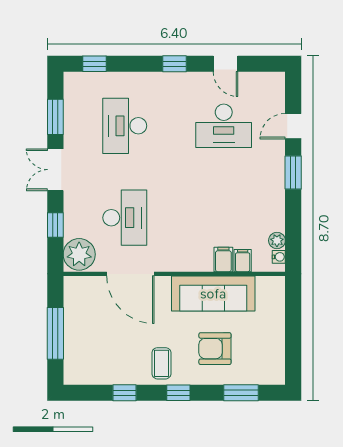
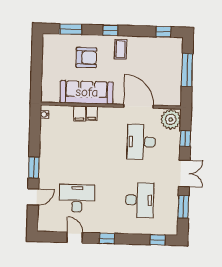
plant: (277, 241) -> (45, 125), removed
filing cabinet: (243, 261) -> (92, 113), moved
window: (124, 393) -> (163, 32), moved

